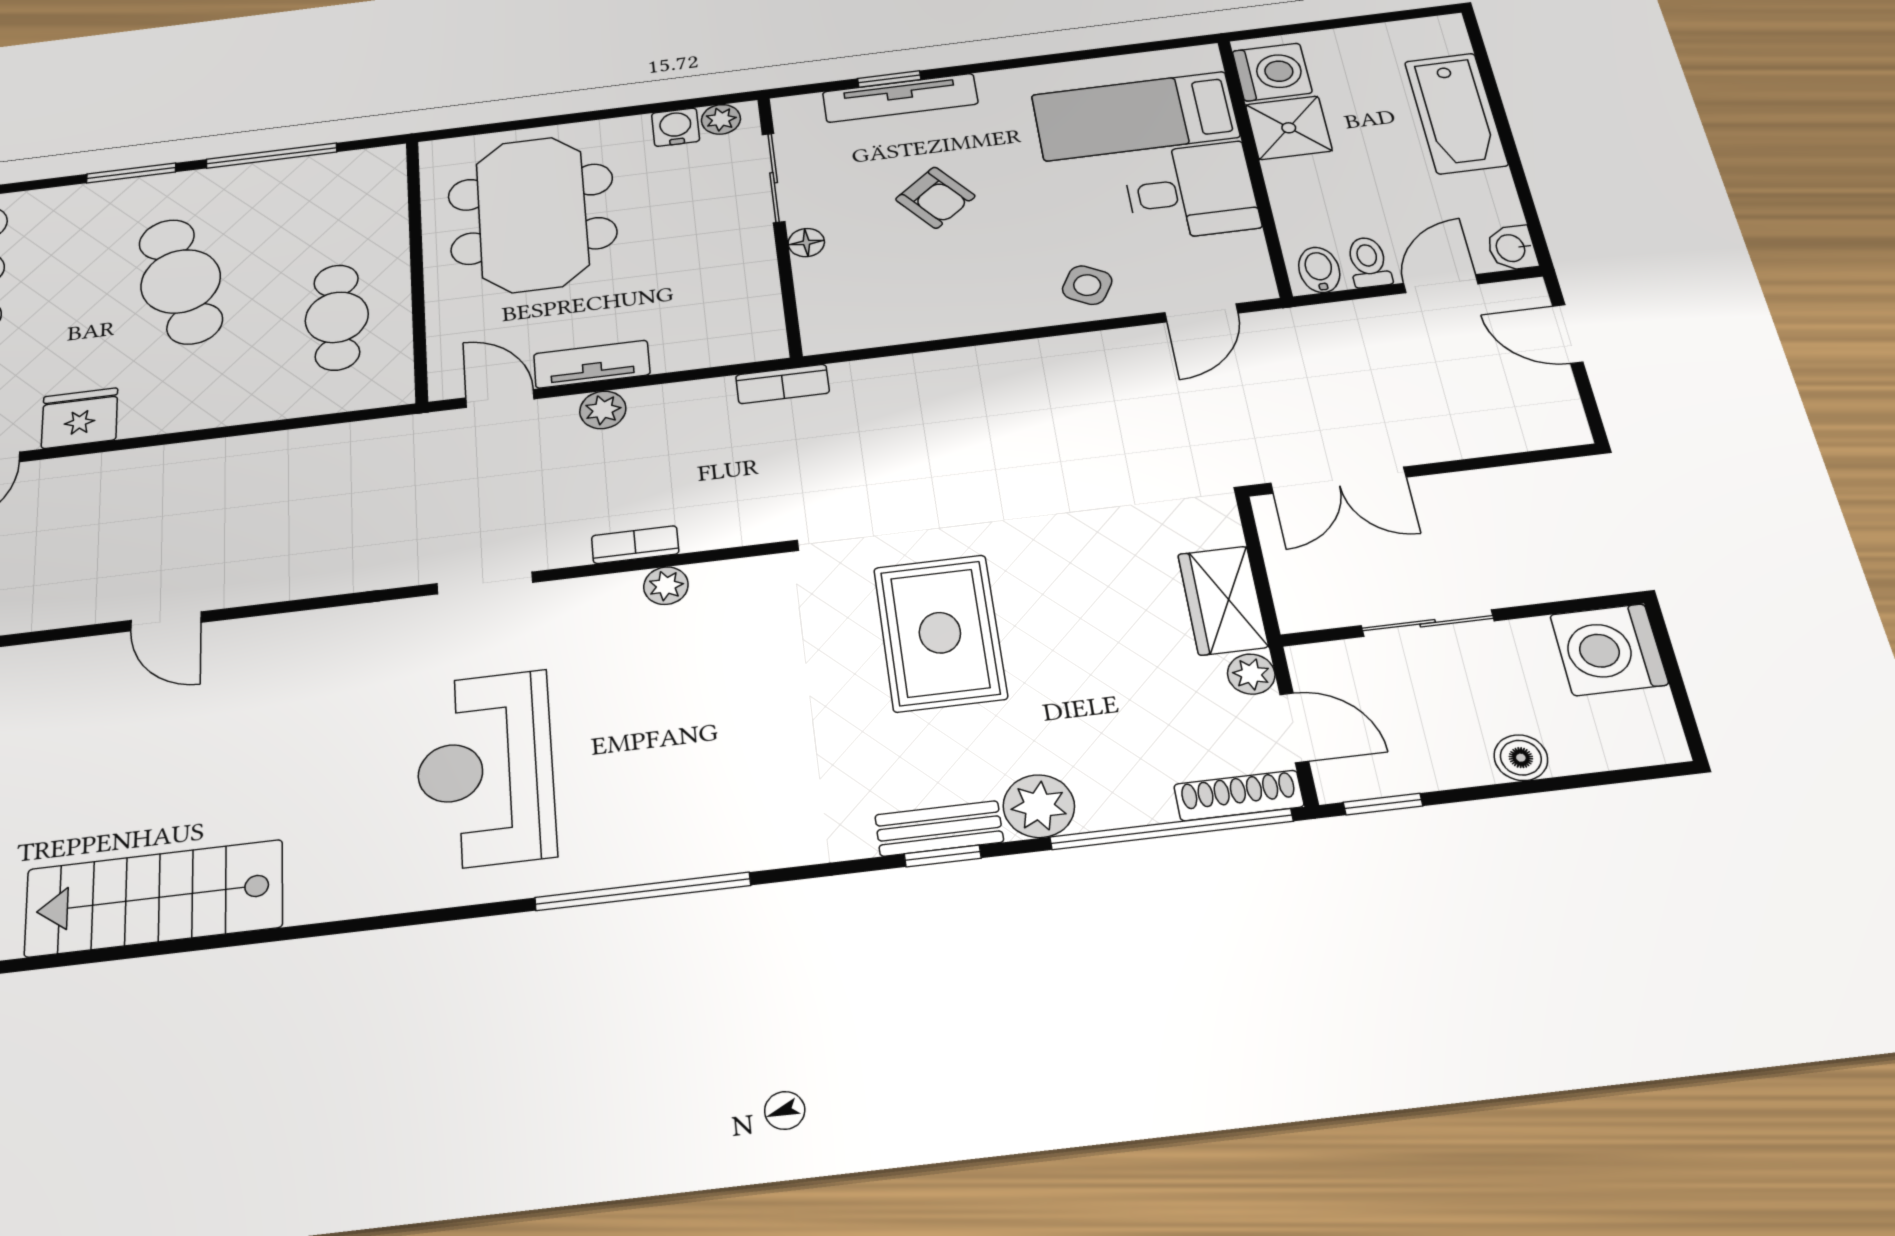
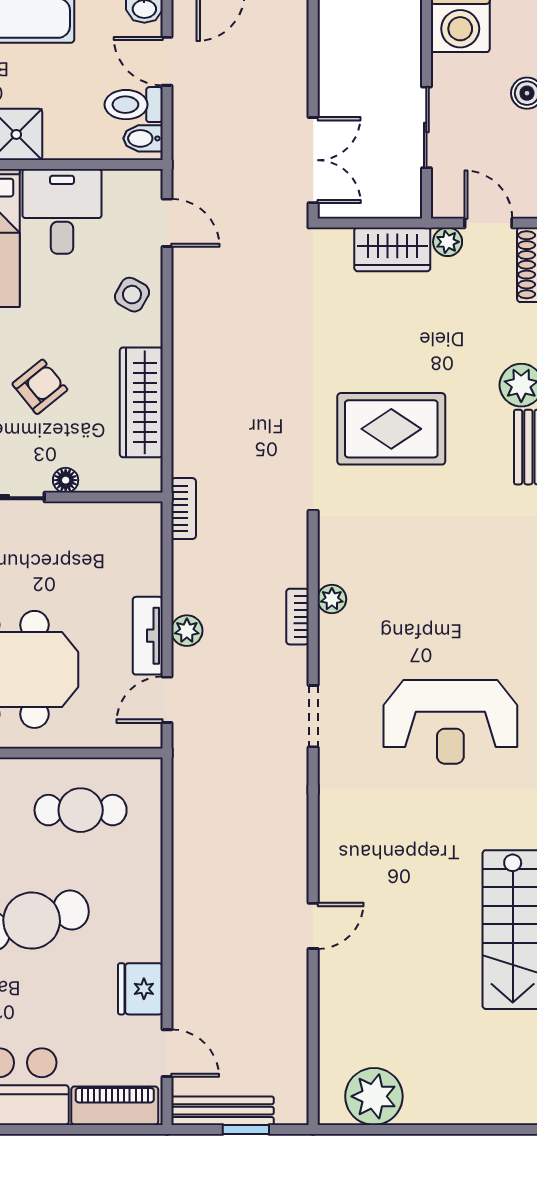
toilet: (1369, 262) -> (134, 105), width x1.37, depth x1.39
wardrobe: (931, 315) -> (141, 402), added
door: (1294, 728) -> (488, 223), hinge flipped

